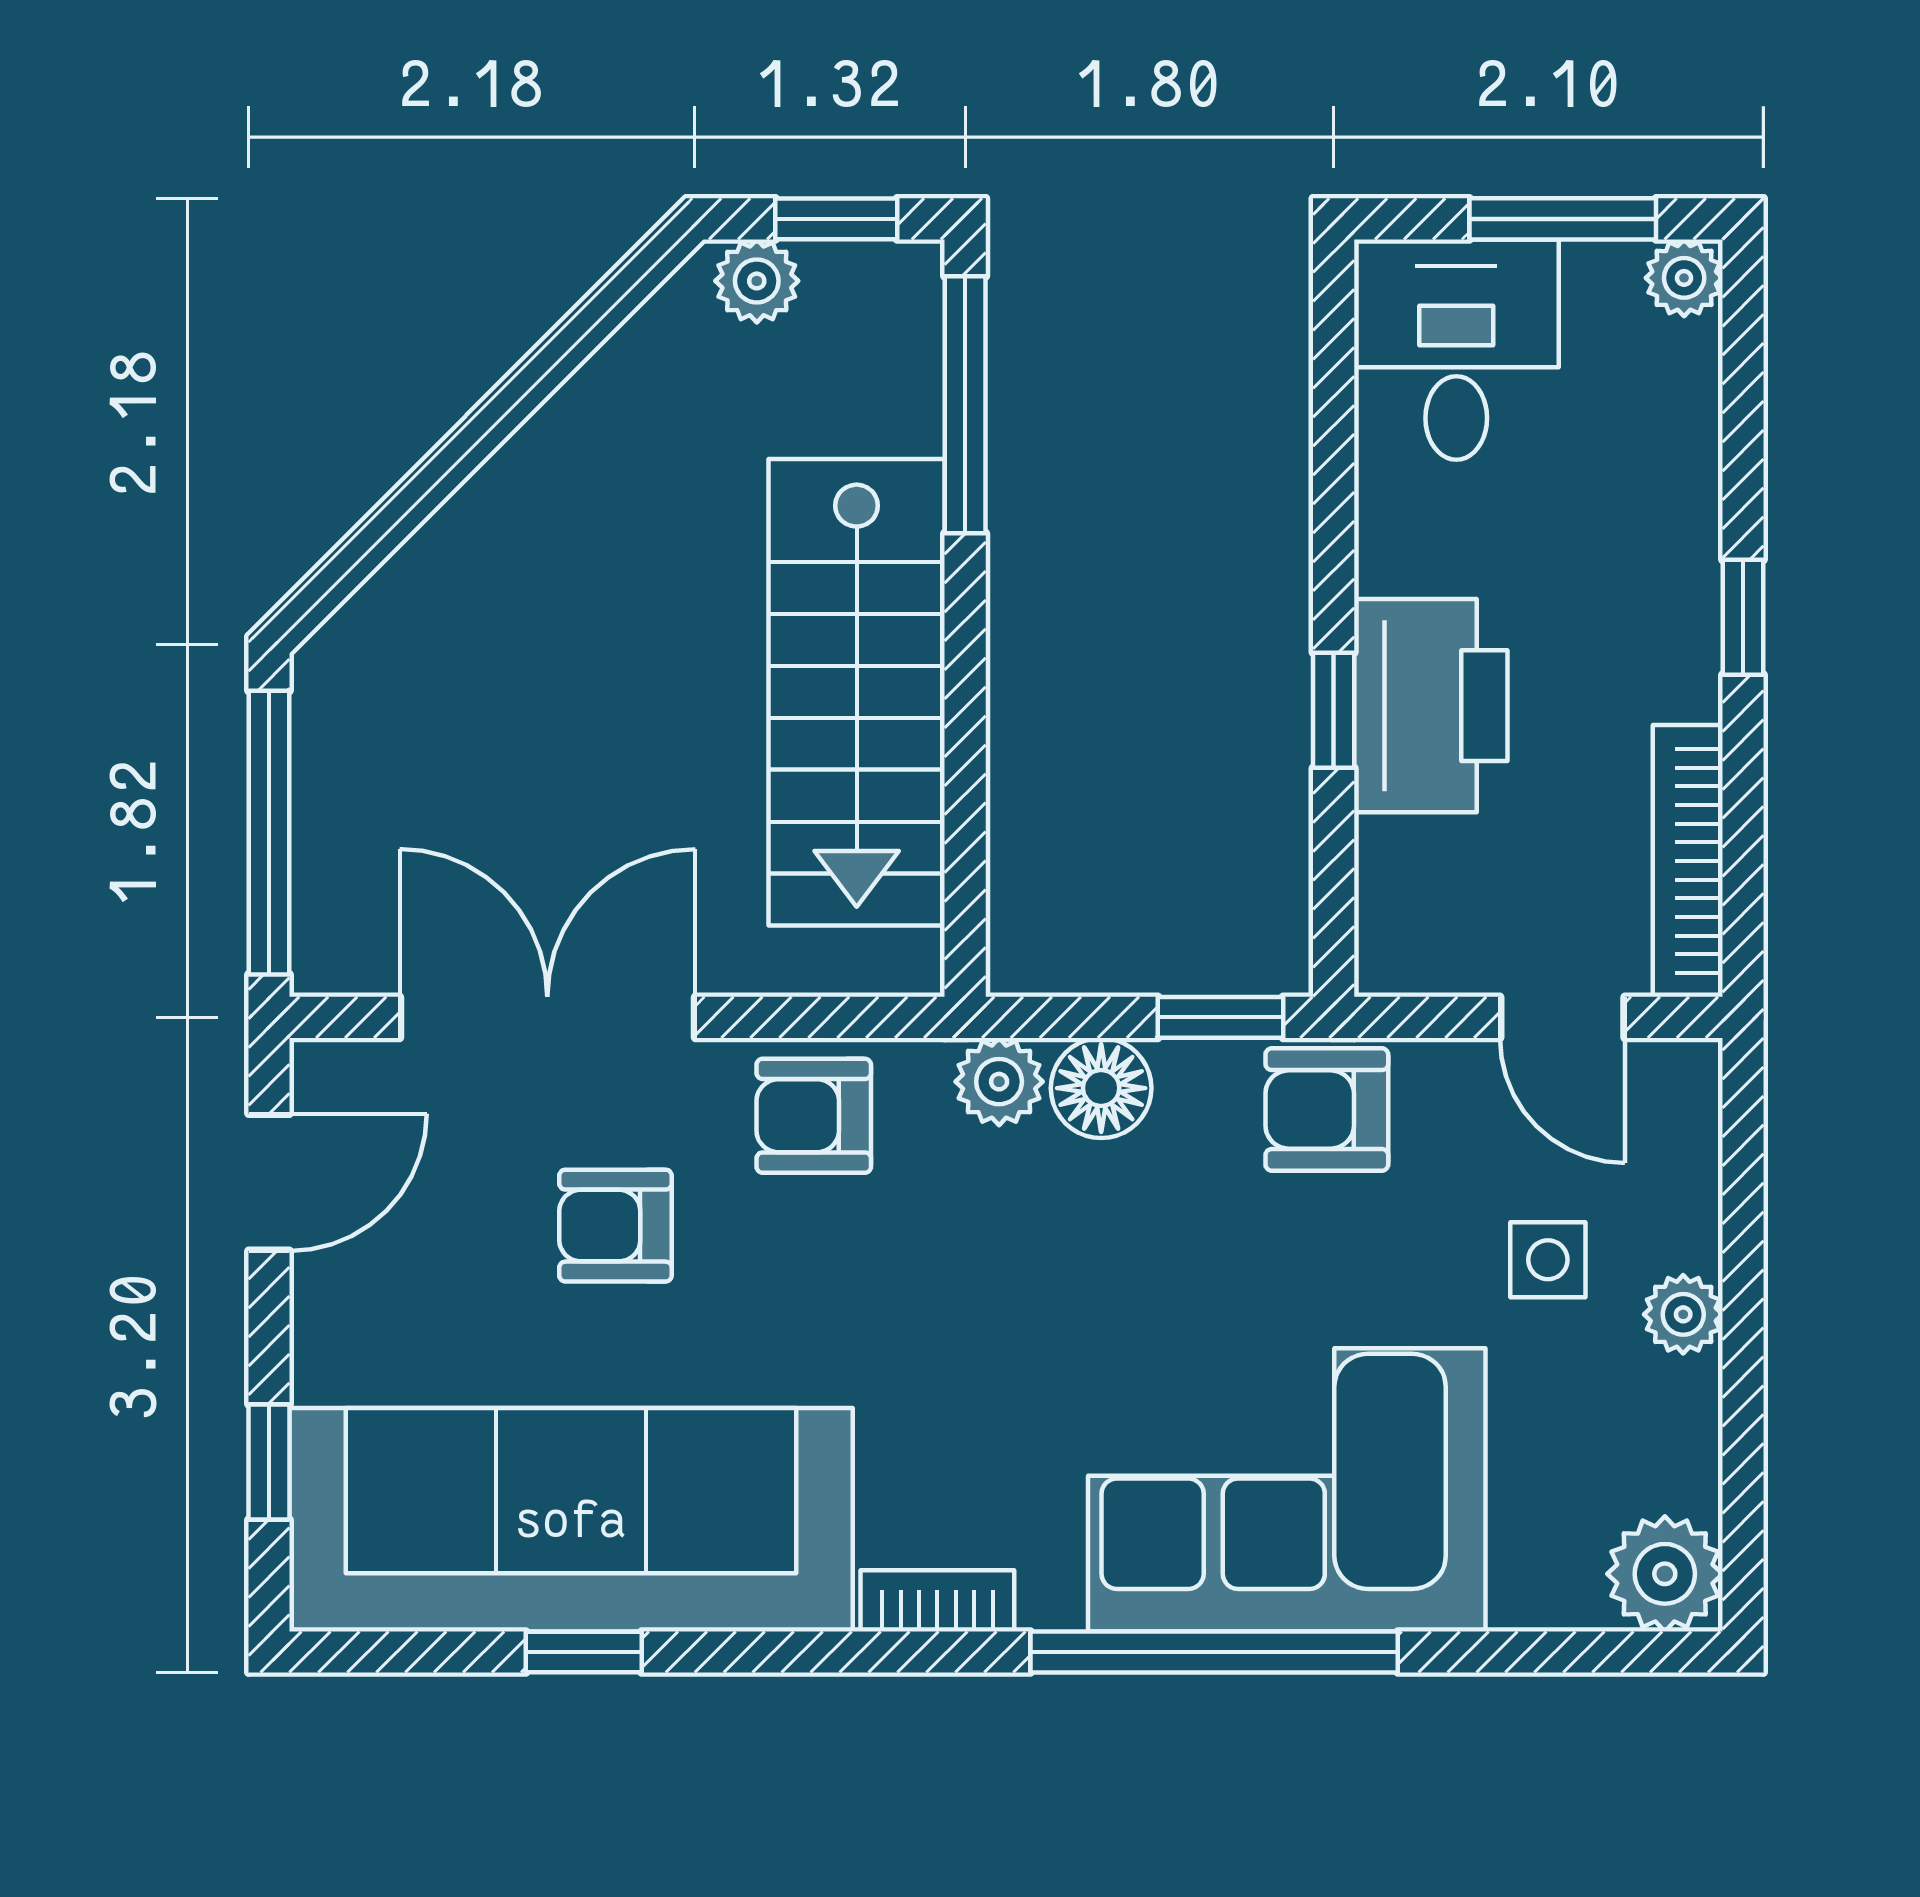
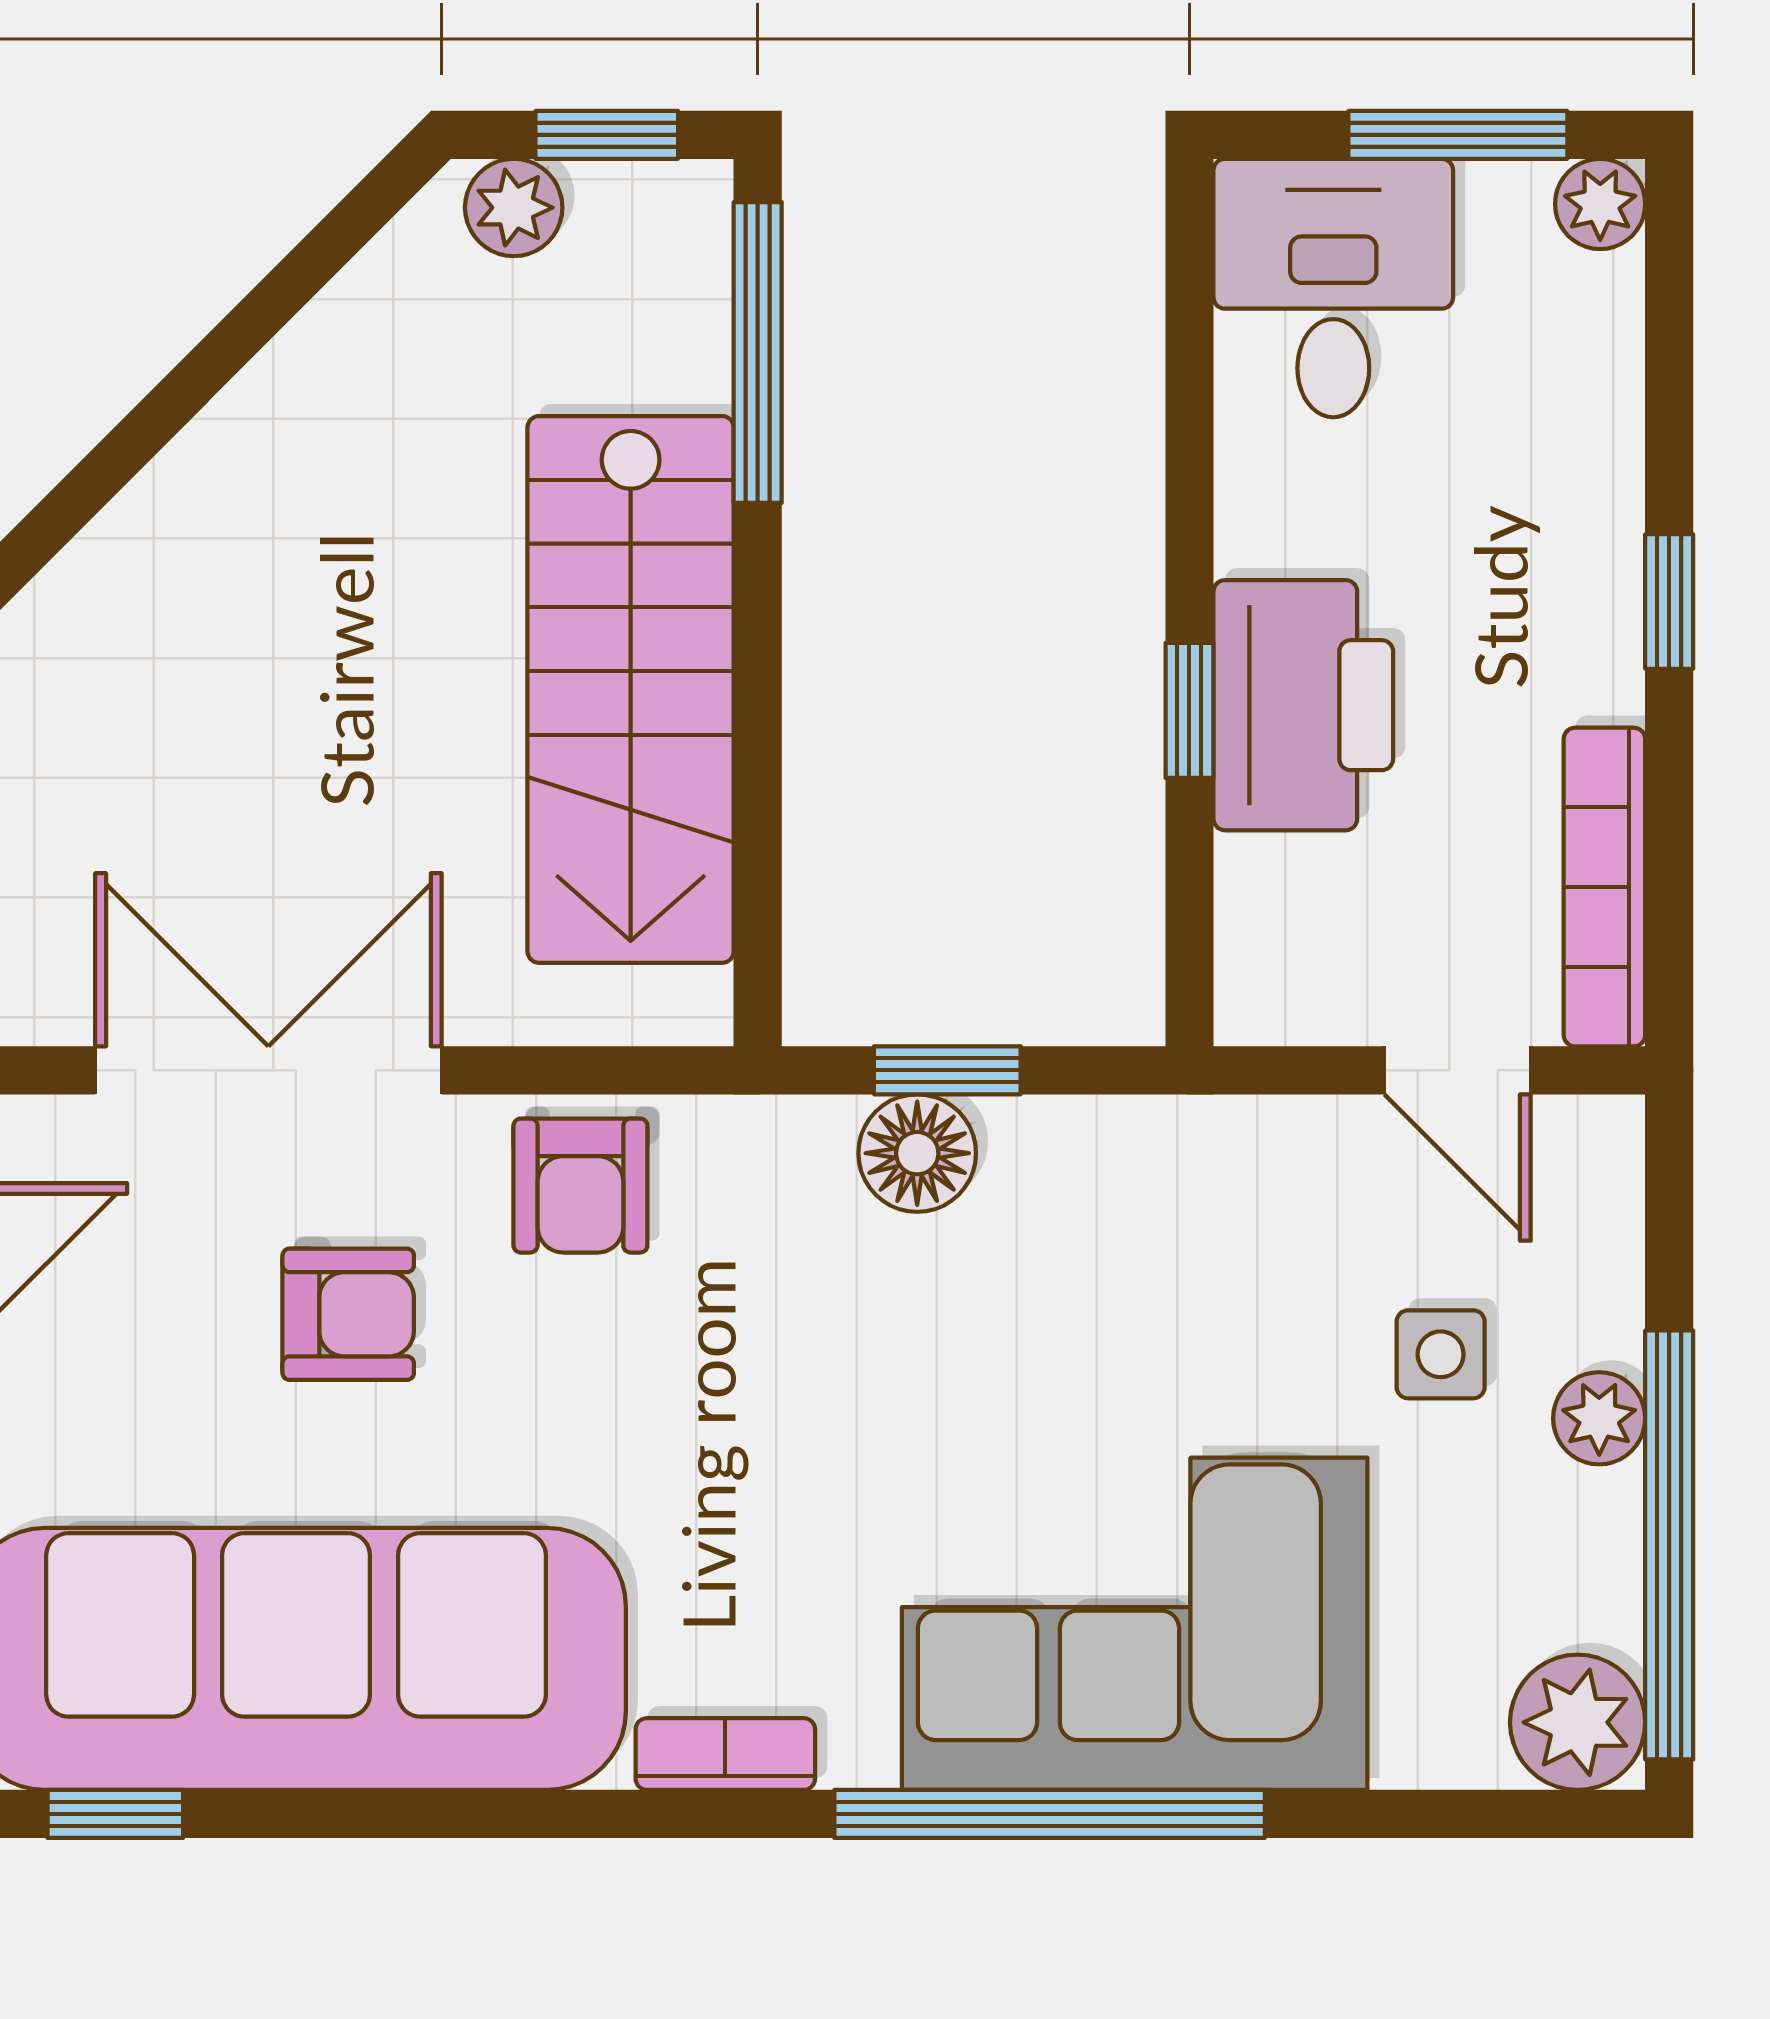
window: (1221, 1017) -> (947, 1070), moved
plant: (999, 1082) -> (798, 1146), removed
armchair: (1327, 1110) -> (1182, 1178), removed
armchair: (814, 1116) -> (580, 1186), turned -90
armchair: (615, 1226) -> (348, 1314), turned 180
window: (1743, 1422) -> (1669, 1545), added
window: (584, 1652) -> (115, 1814), moved

